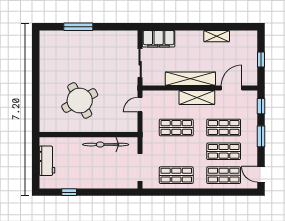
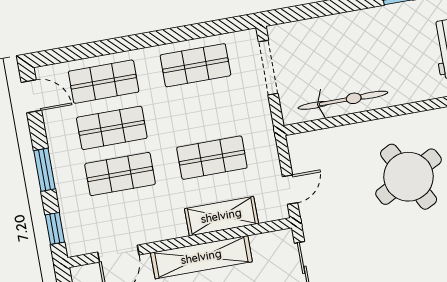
shelving: (197, 97) -> (221, 216), moved

